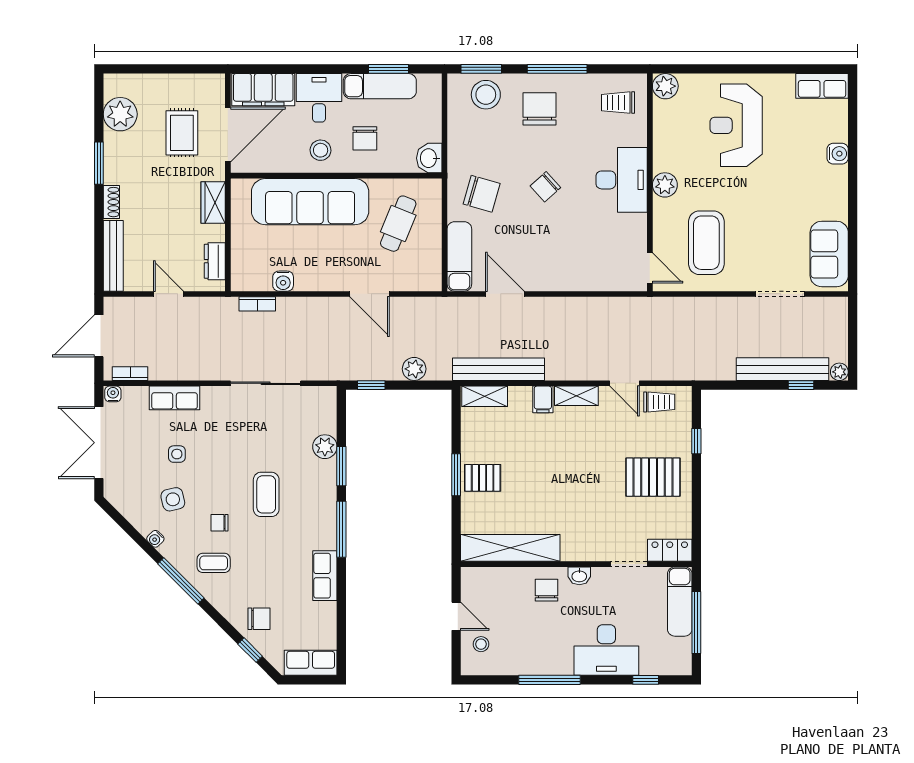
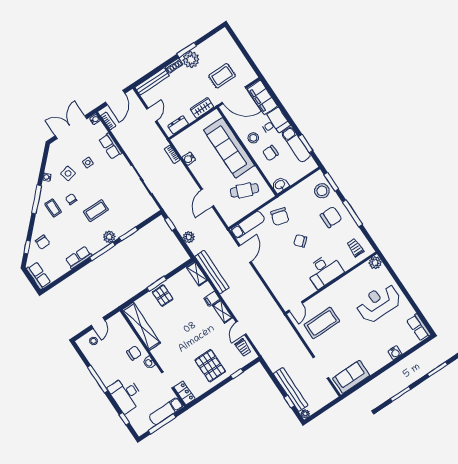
plant: (120, 114) -> (191, 60), moved
plant: (665, 185) -> (334, 290), removed
door: (99, 336) -> (115, 98), swing flipped
plant: (325, 447) -> (109, 237), moved

